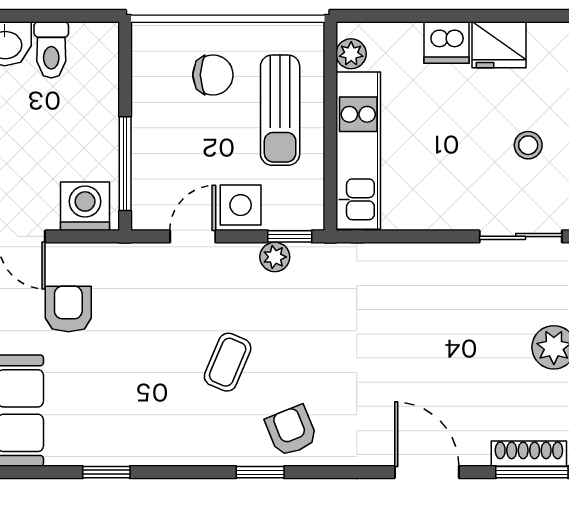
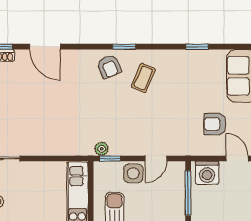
plant: (275, 257) -> (102, 149), moved
armchair: (68, 309) -> (215, 124), turned 90
coffee table: (228, 362) -> (143, 78), moved

